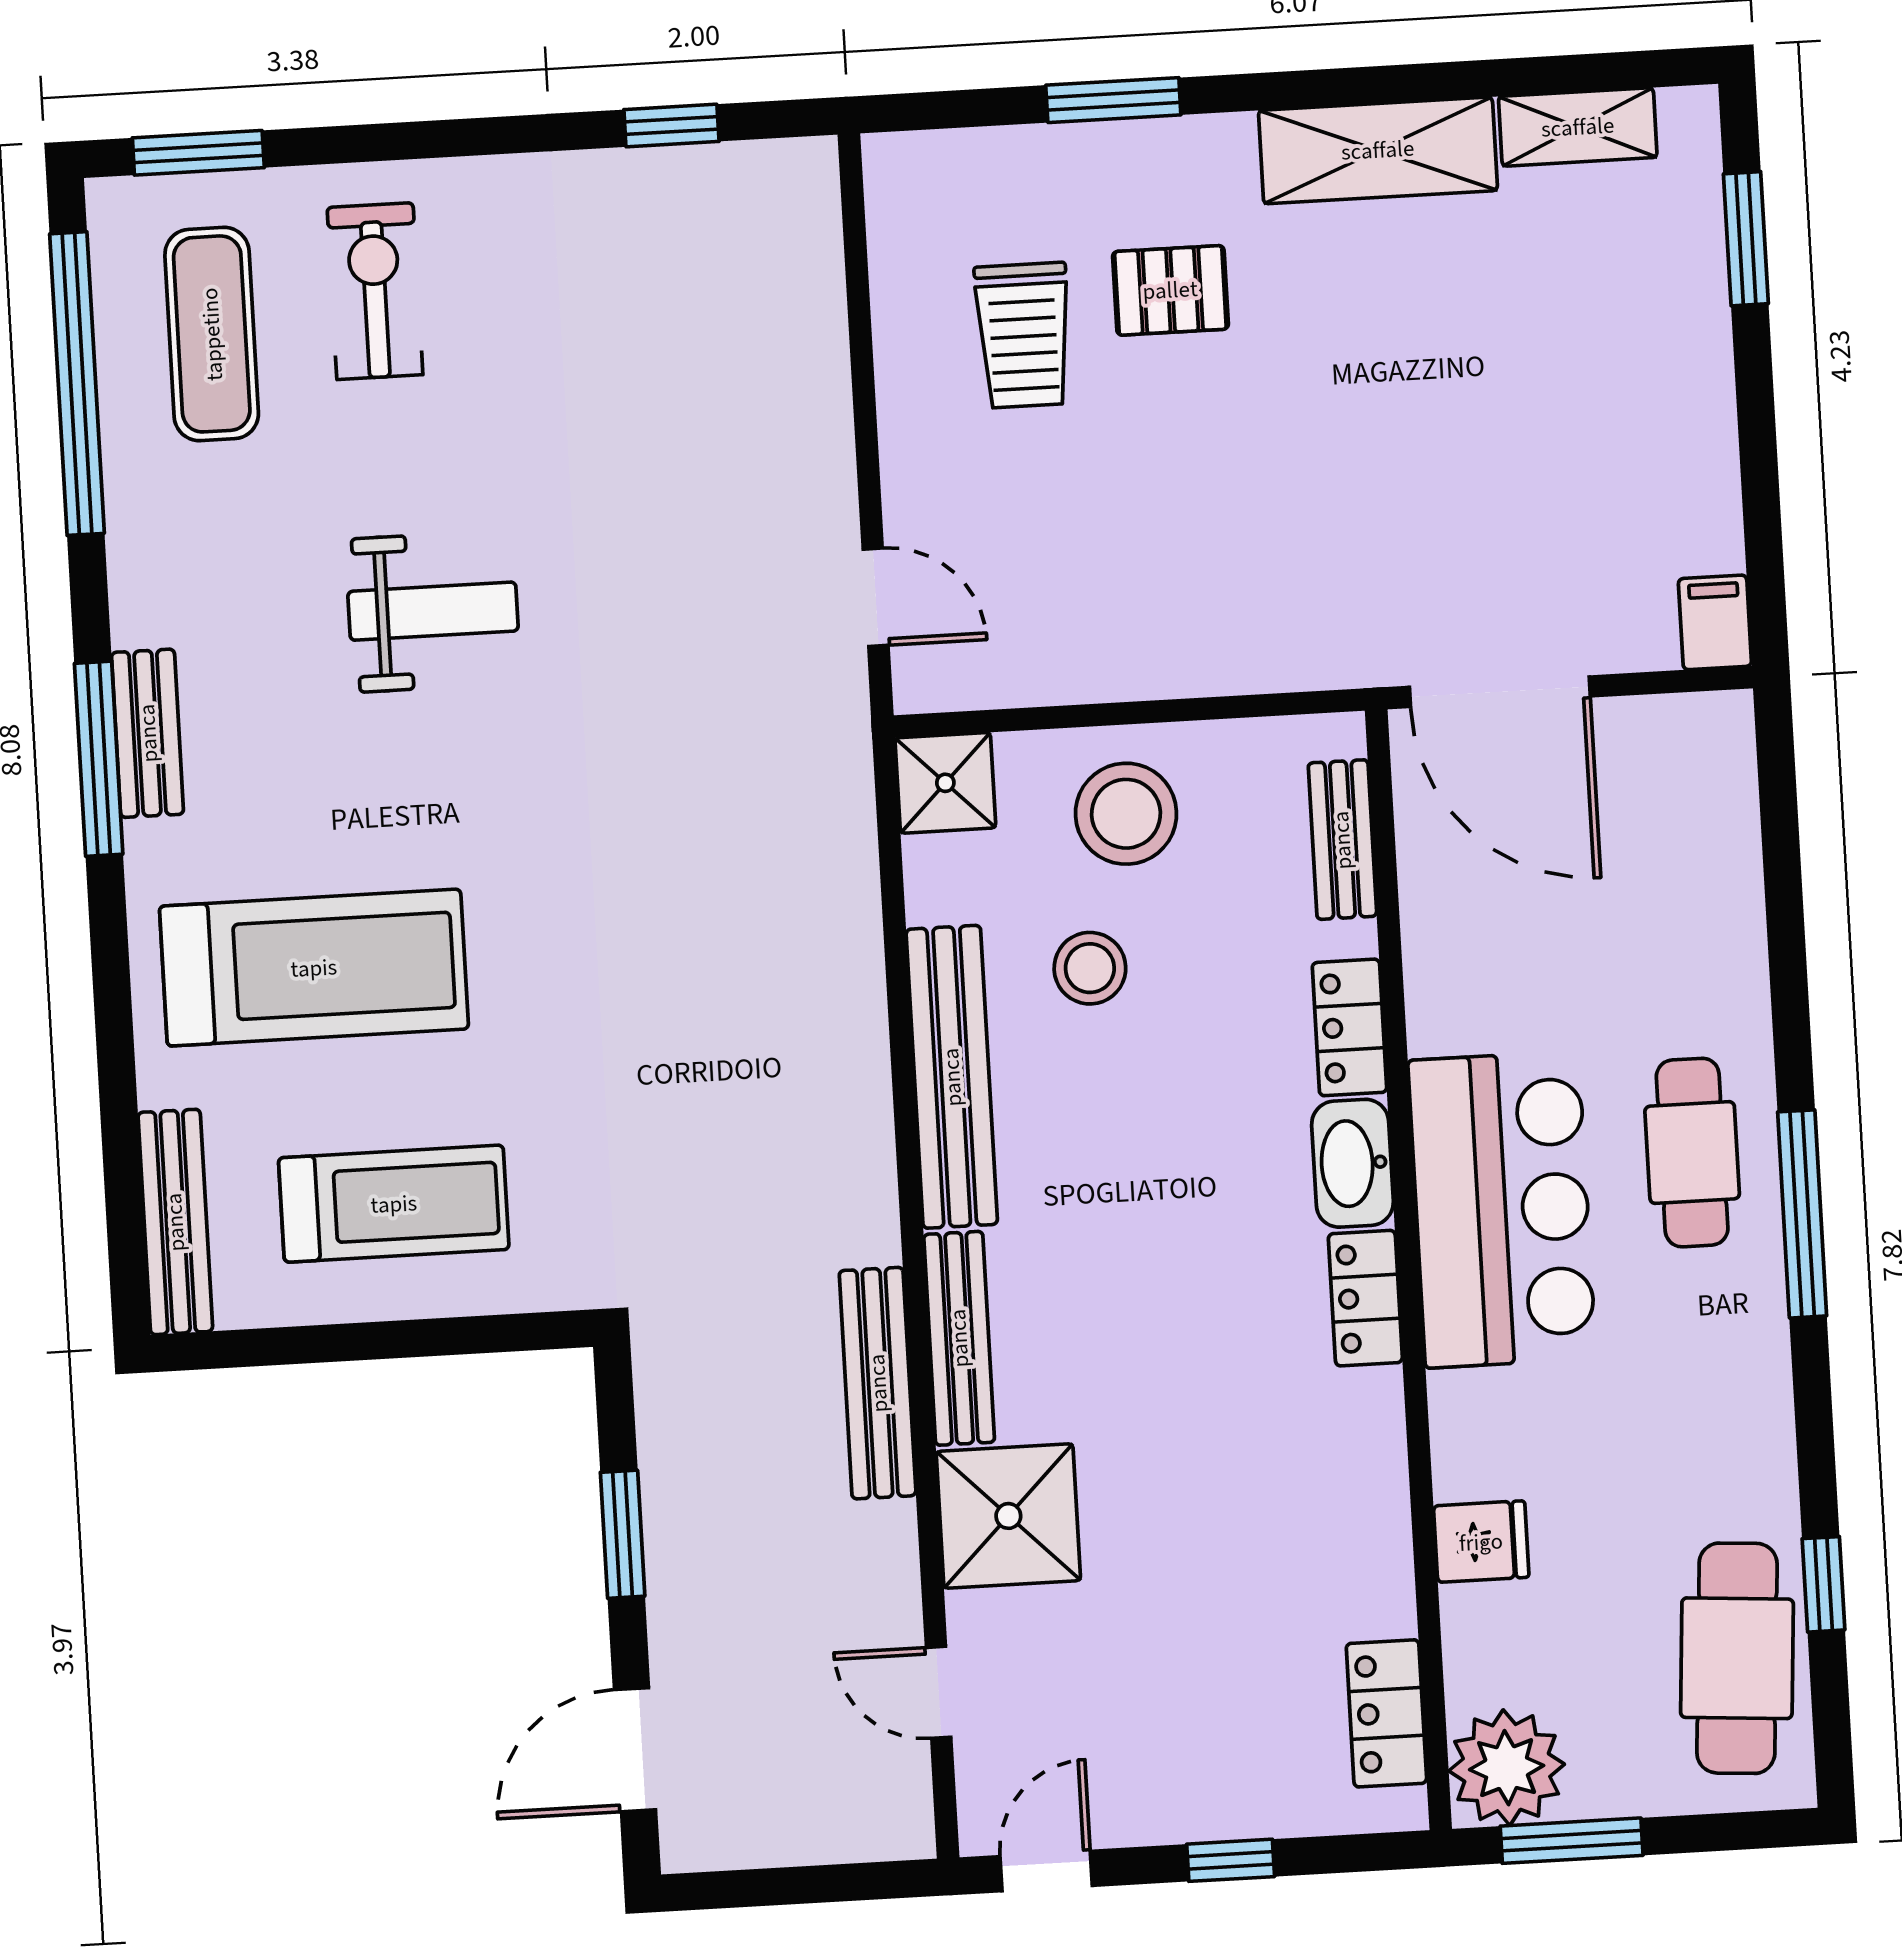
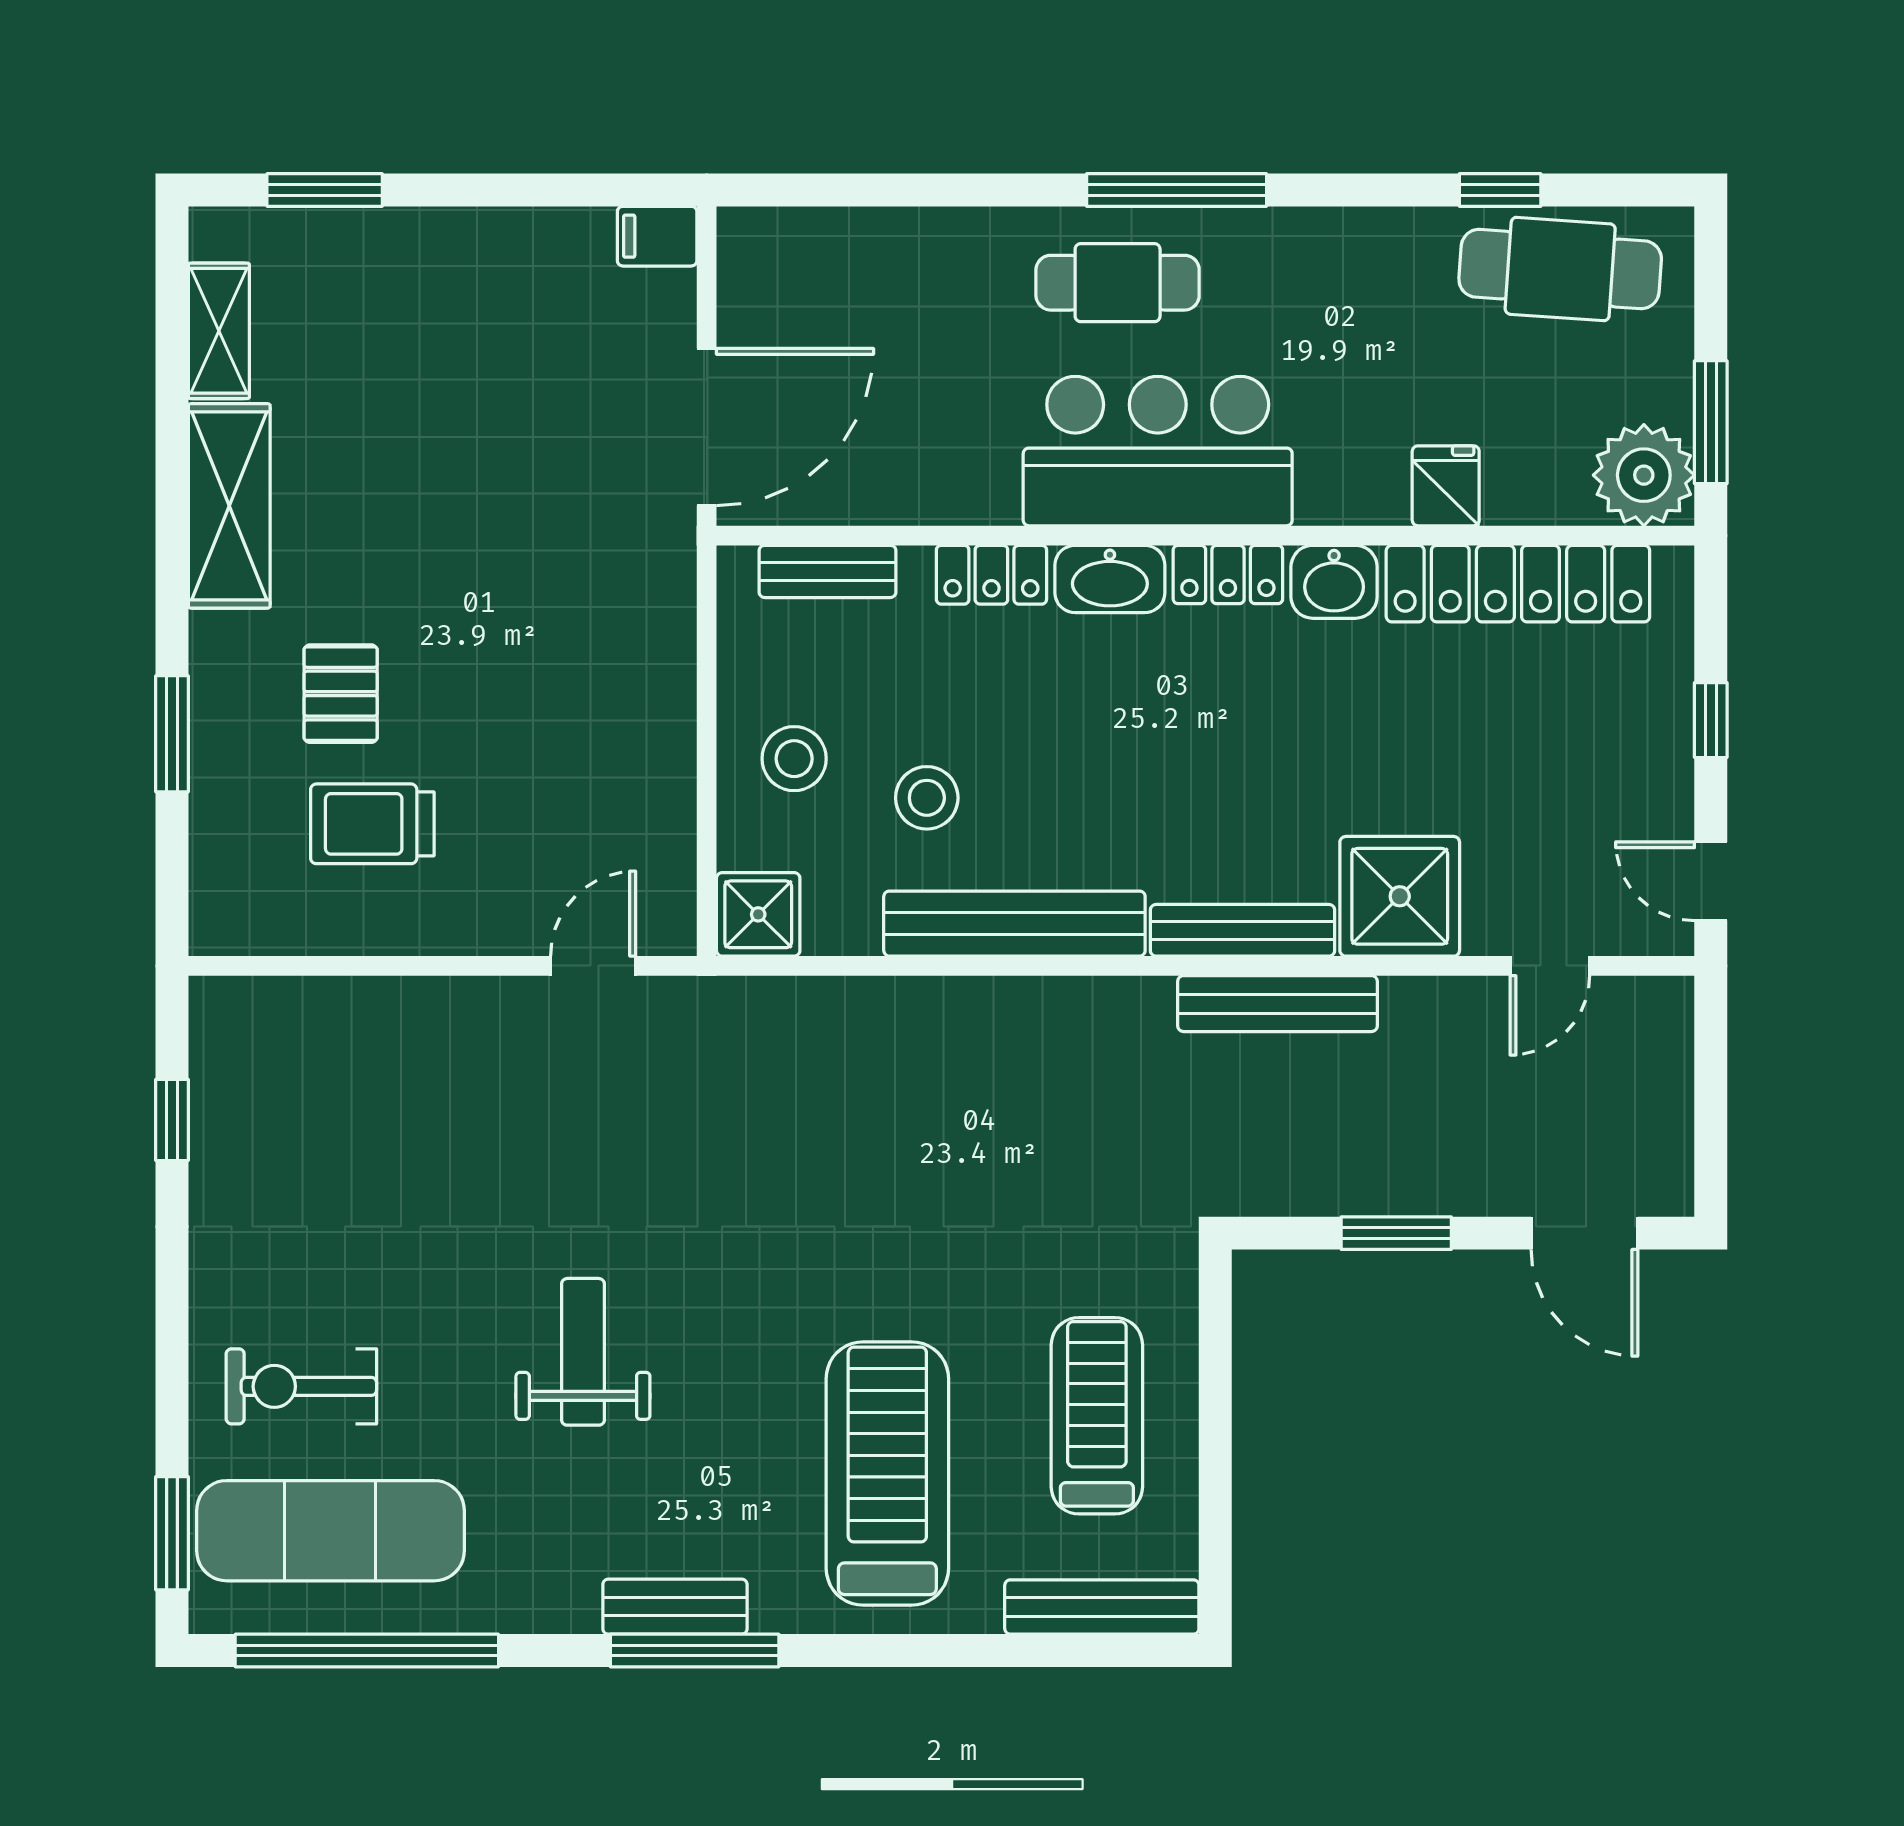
exercise mat: (212, 334) -> (330, 1531), width x1.36, depth x1.45
trolley: (1023, 335) -> (372, 824), turned 180
stool: (1126, 814) -> (794, 759), width x0.73, depth x0.73
washbasin: (1364, 1420) -> (1334, 582), added
locker: (1386, 1713) -> (1518, 584), width x2.16, depth x1.21

